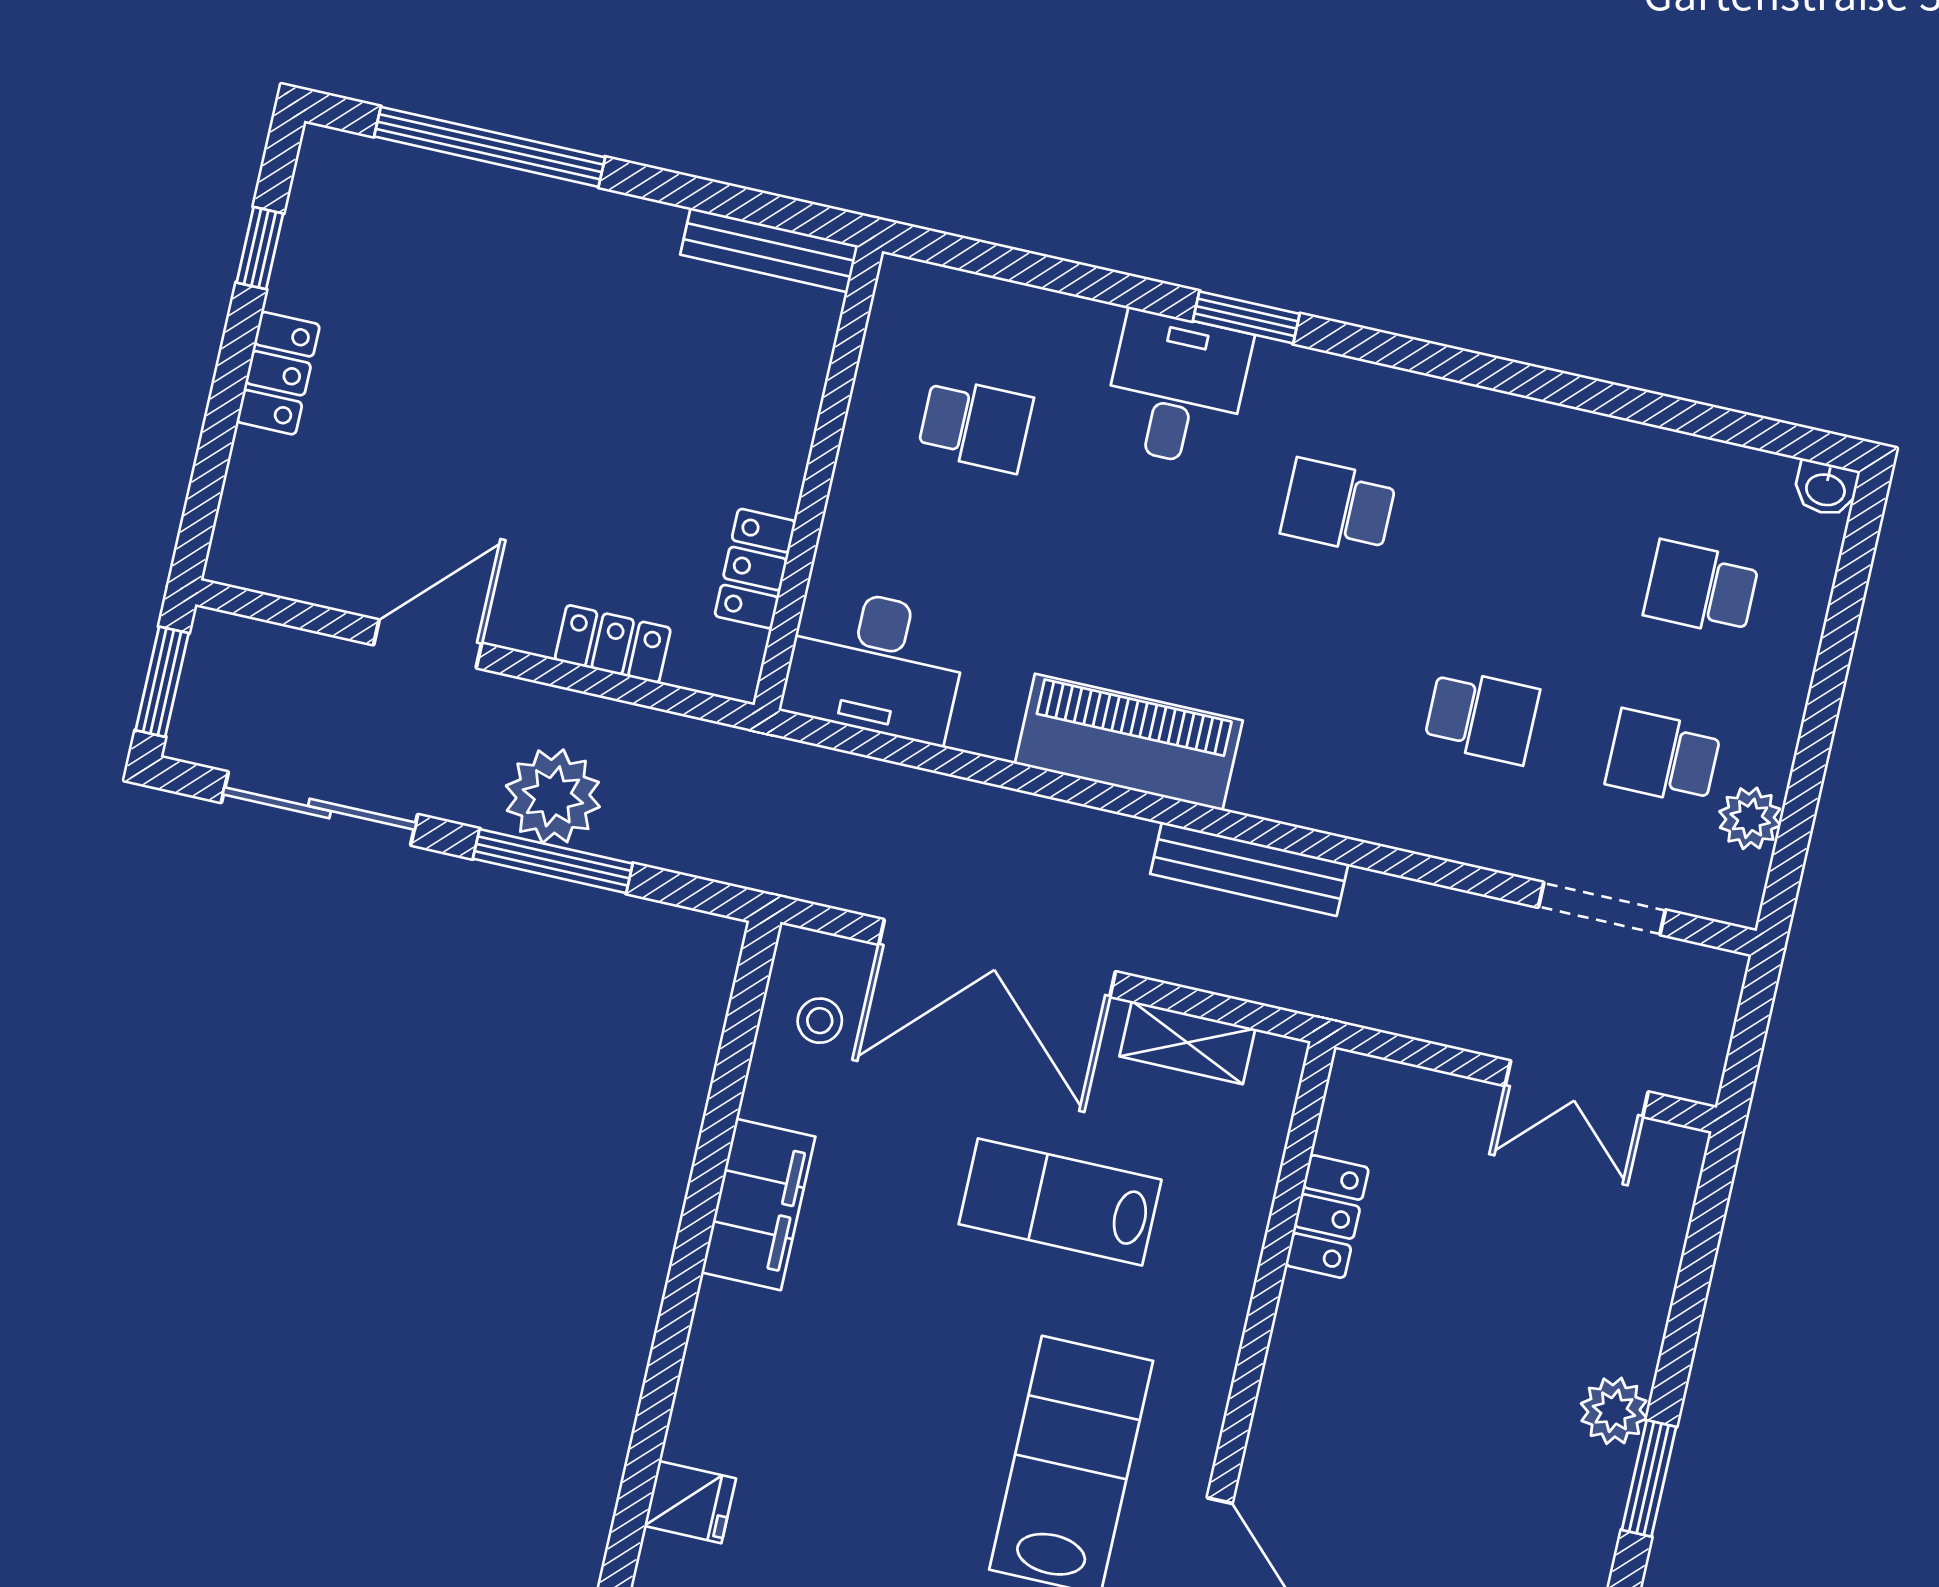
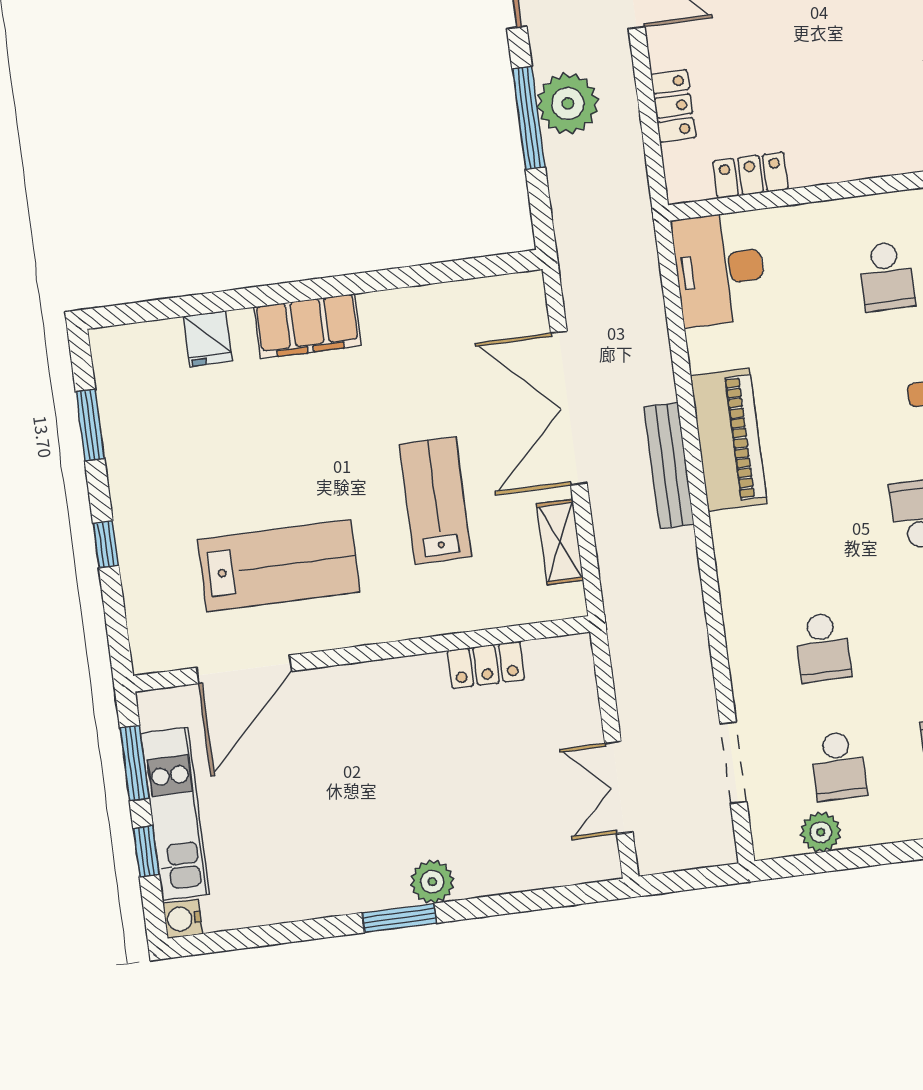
school desk: (1663, 757) -> (838, 766), turned 180
bench: (1249, 869) -> (669, 466), moved
stool: (820, 1021) -> (492, 315), removed
filing cabinet: (758, 1204) -> (308, 326), moved
fridge: (690, 1502) -> (208, 339), moved

